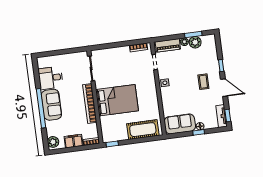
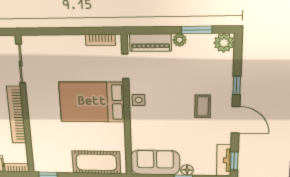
plant: (195, 42) -> (224, 43), moved
bed: (117, 100) -> (92, 102), moved, turned 180

